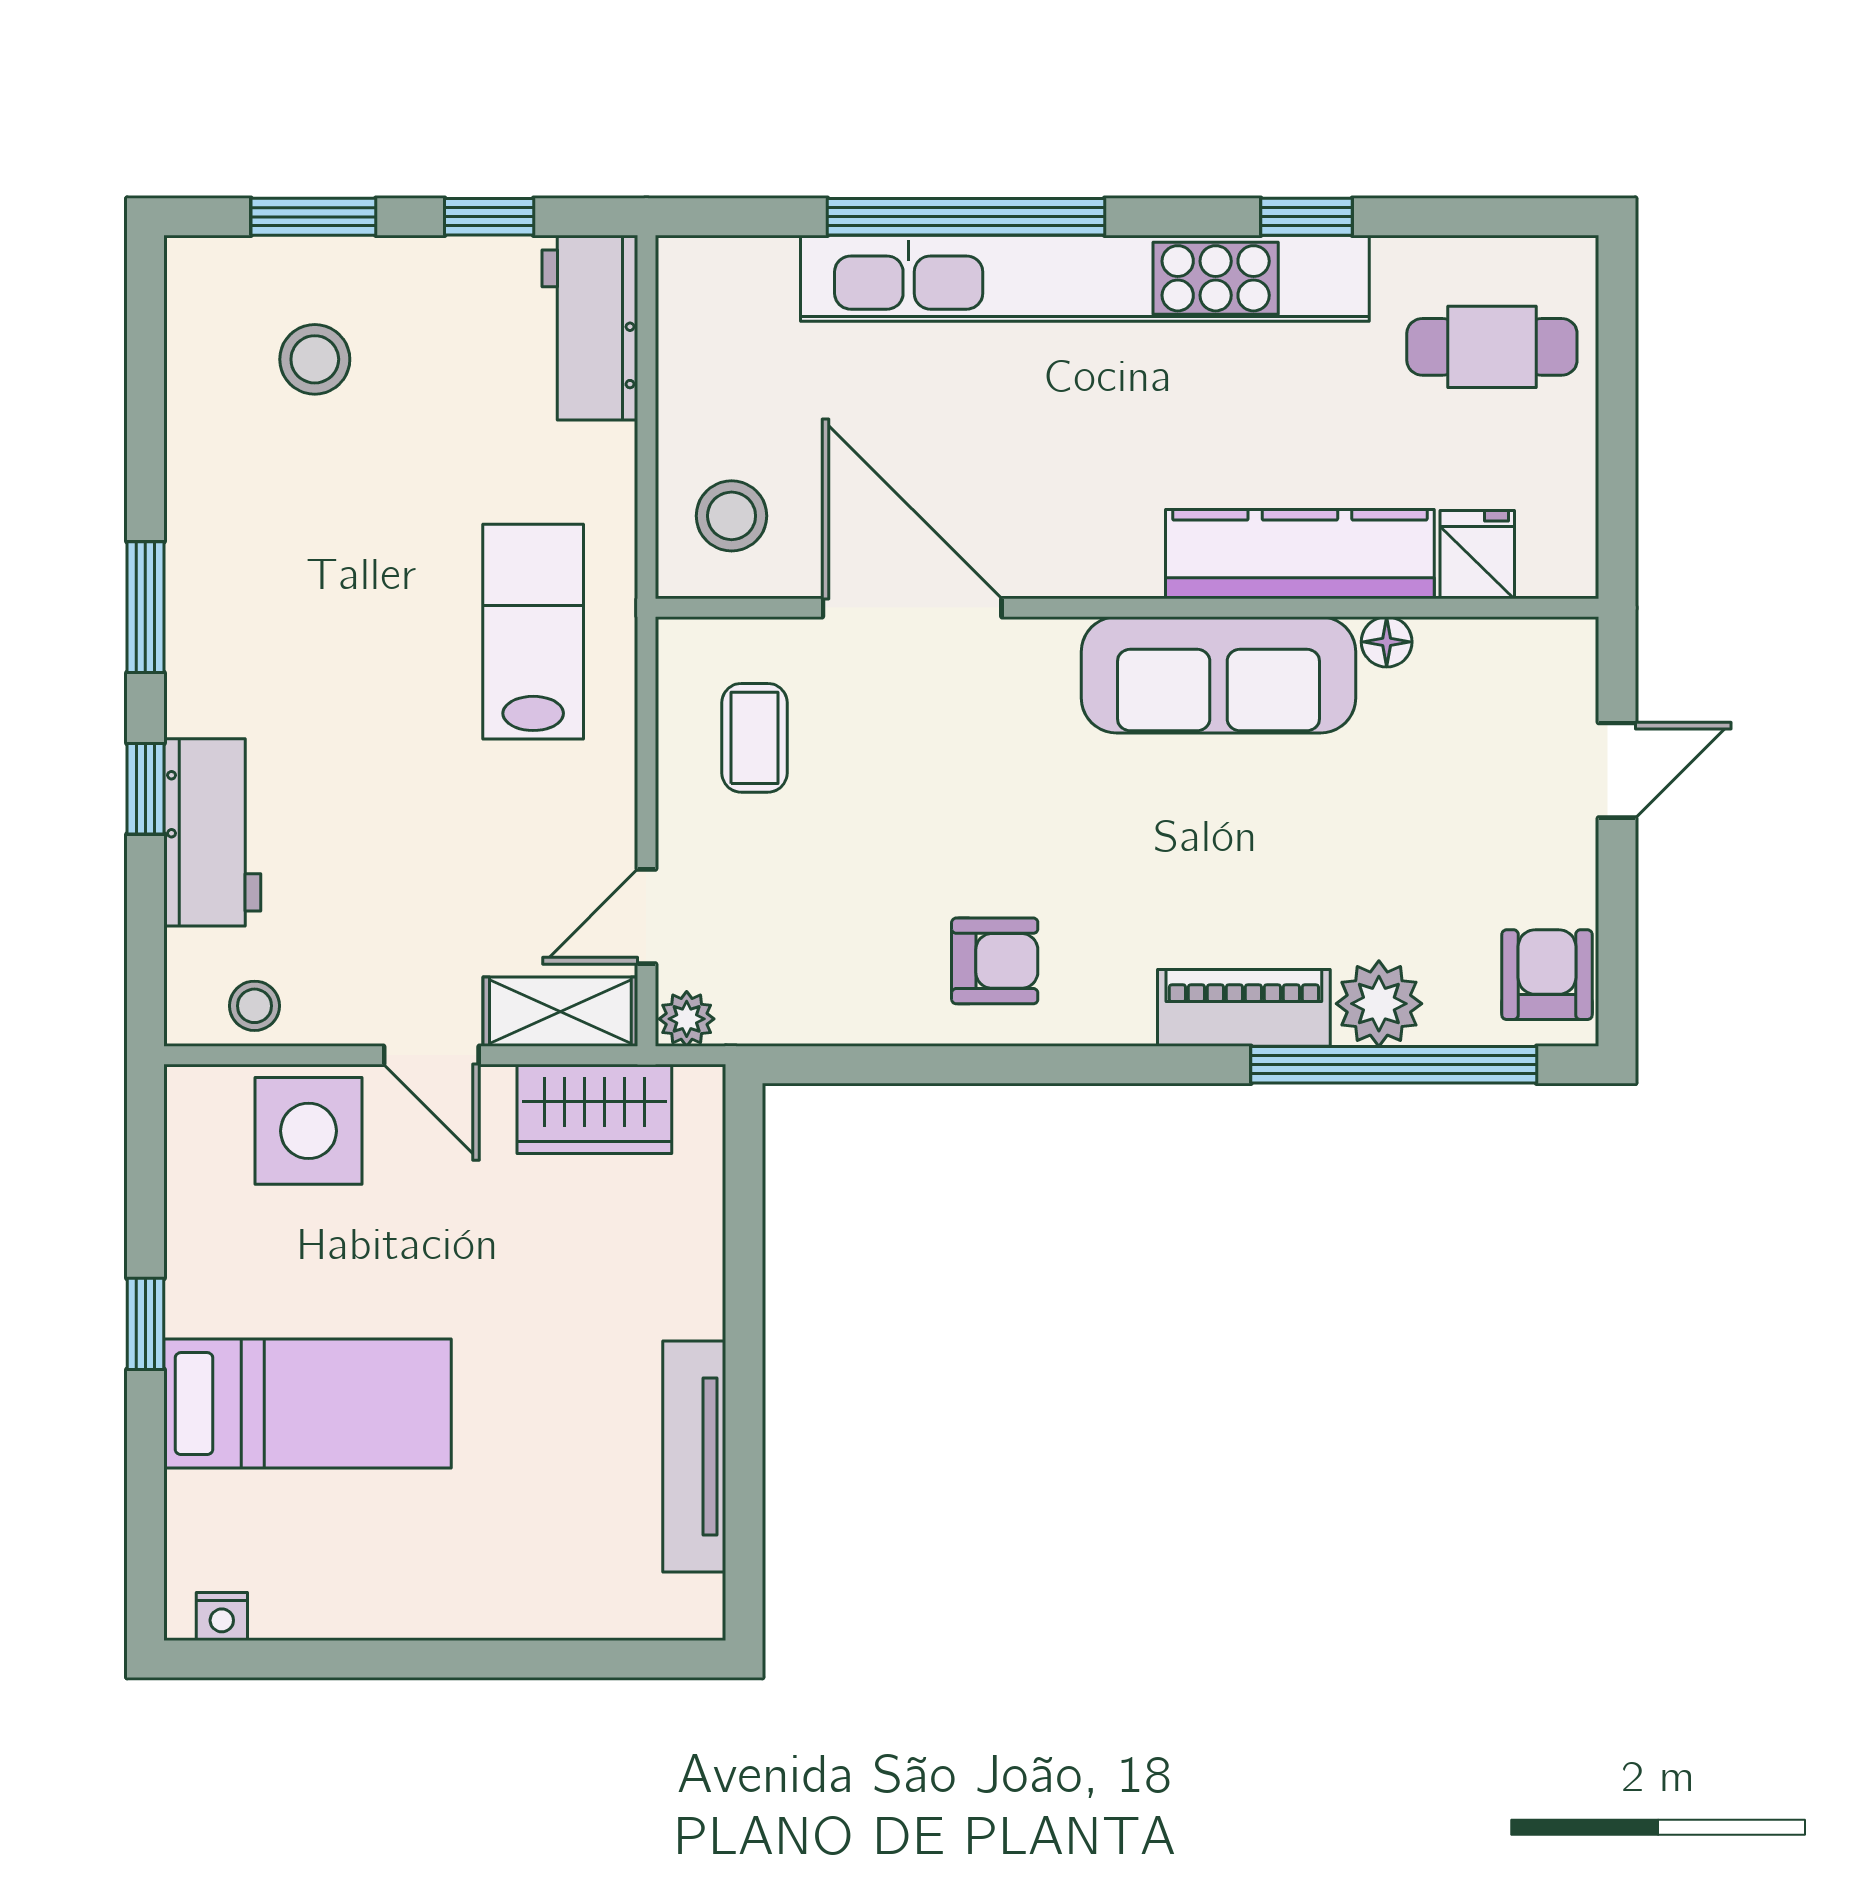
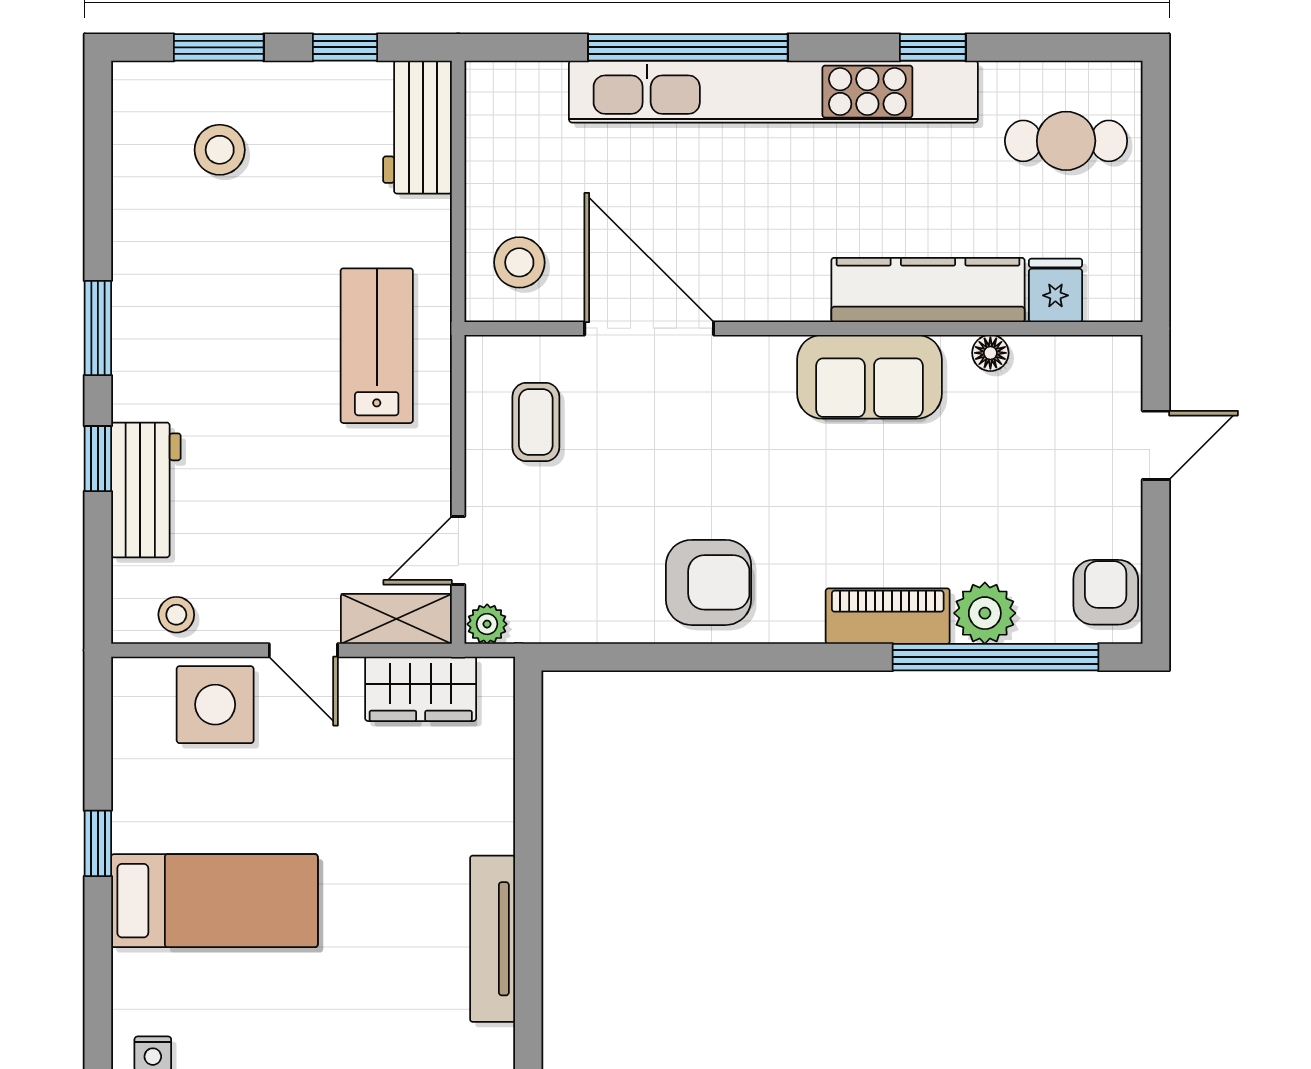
sofa: (1219, 675) -> (869, 377), width x0.73
armchair: (995, 961) -> (709, 582), width x1.38, depth x1.38

